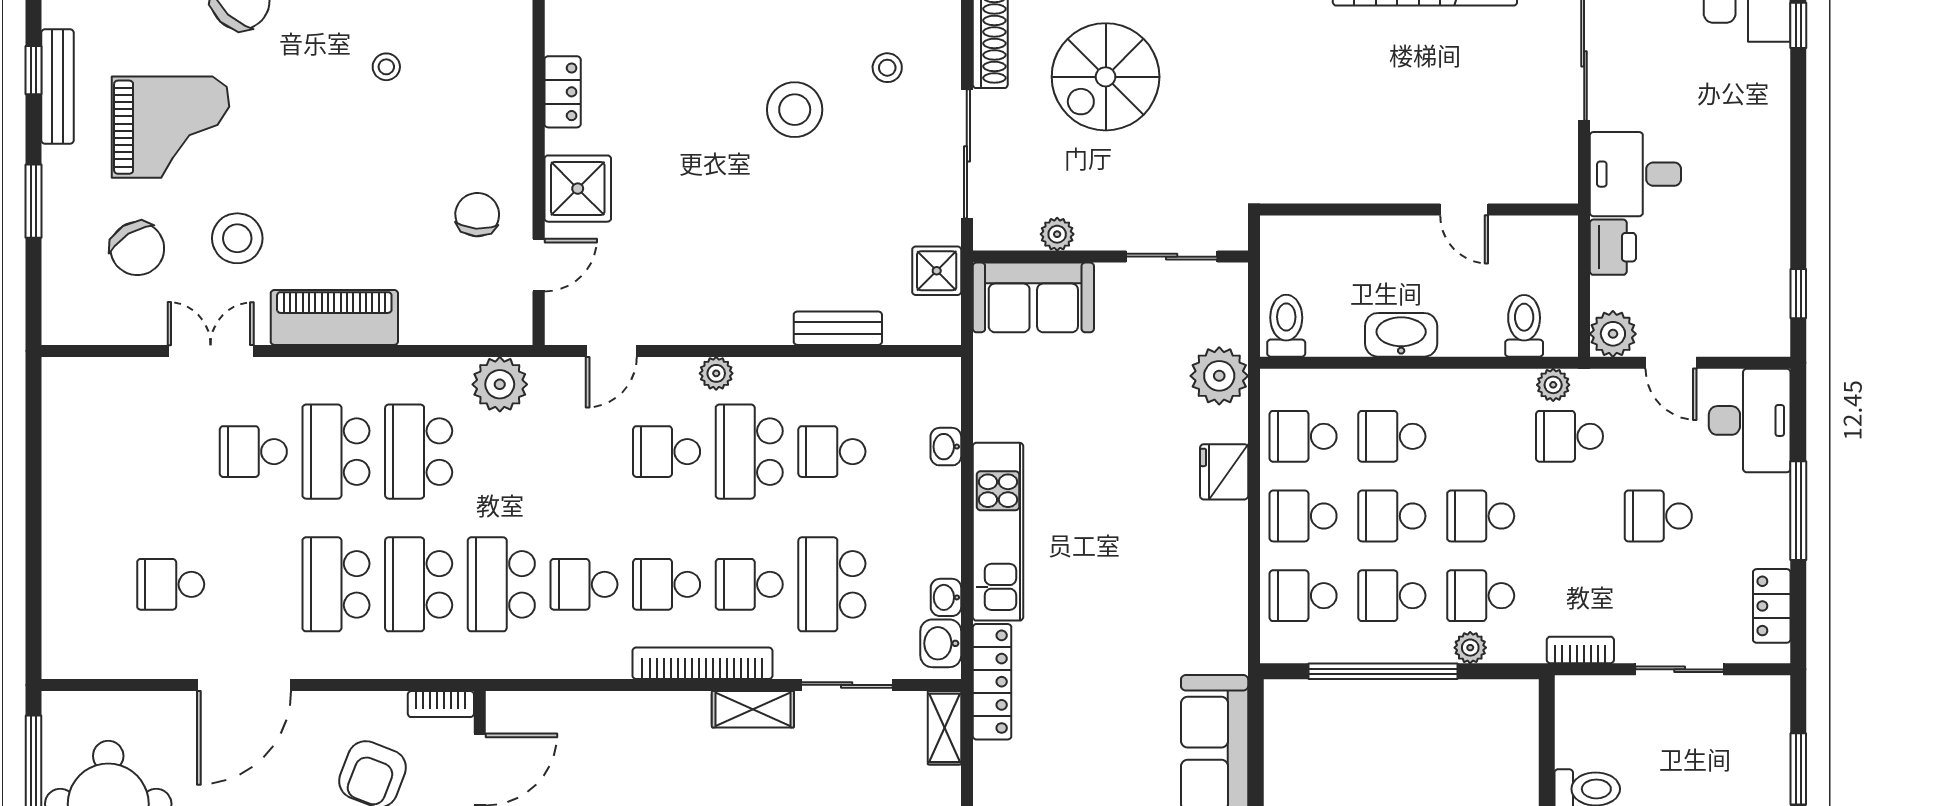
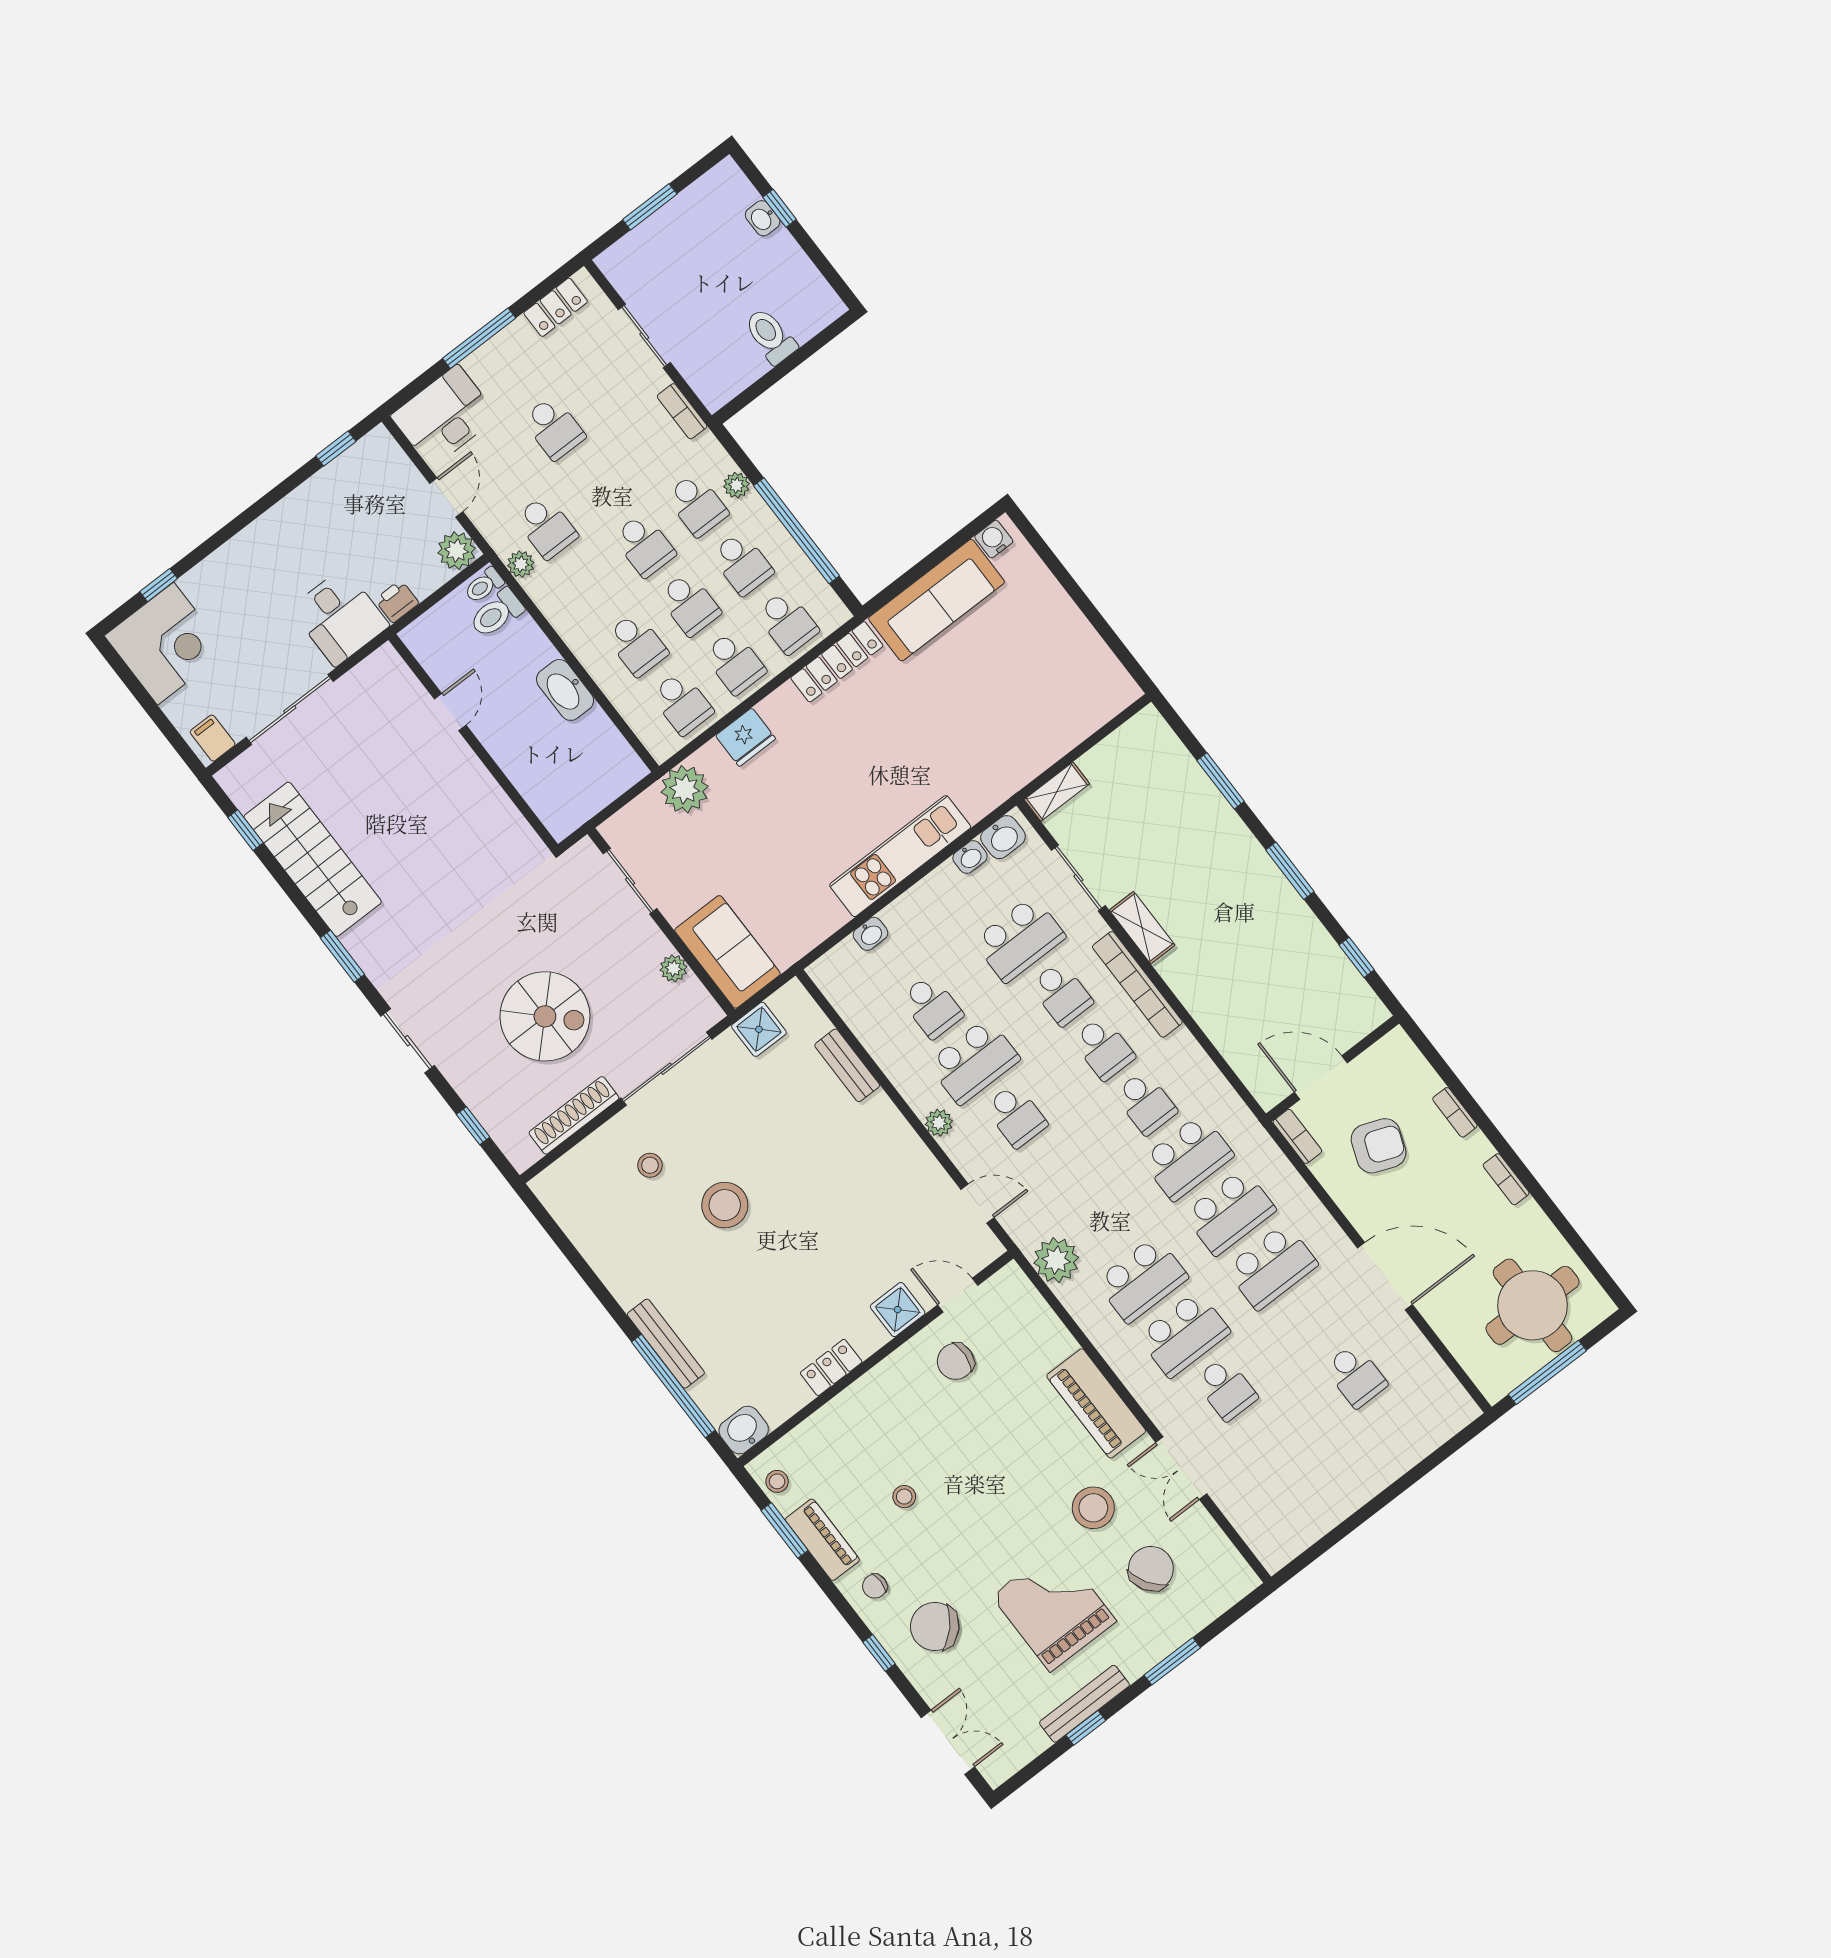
shower: (578, 189) -> (898, 1310), width x0.73, depth x0.73
printer: (1613, 247) -> (397, 601), width x0.73, depth x0.81
toilet: (1286, 326) -> (484, 585), moved, width x0.73, depth x0.72
locker: (992, 682) -> (837, 662), moved, turned 180

